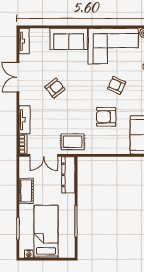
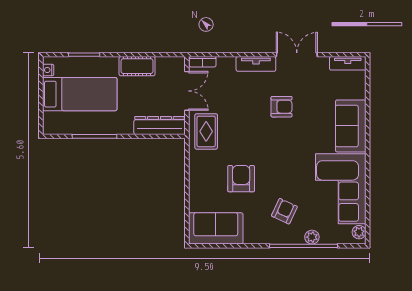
armchair: (117, 85) -> (284, 211), moved
armchair: (55, 88) -> (282, 107), turned -51
tv unit: (25, 120) -> (256, 64), moved
double door: (44, 155) -> (187, 91), swing flipped

